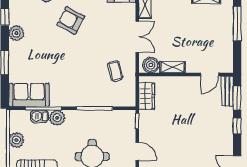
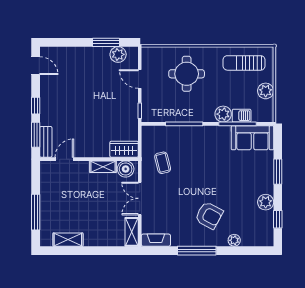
wardrobe: (147, 96) -> (124, 149), moved, turned 90

